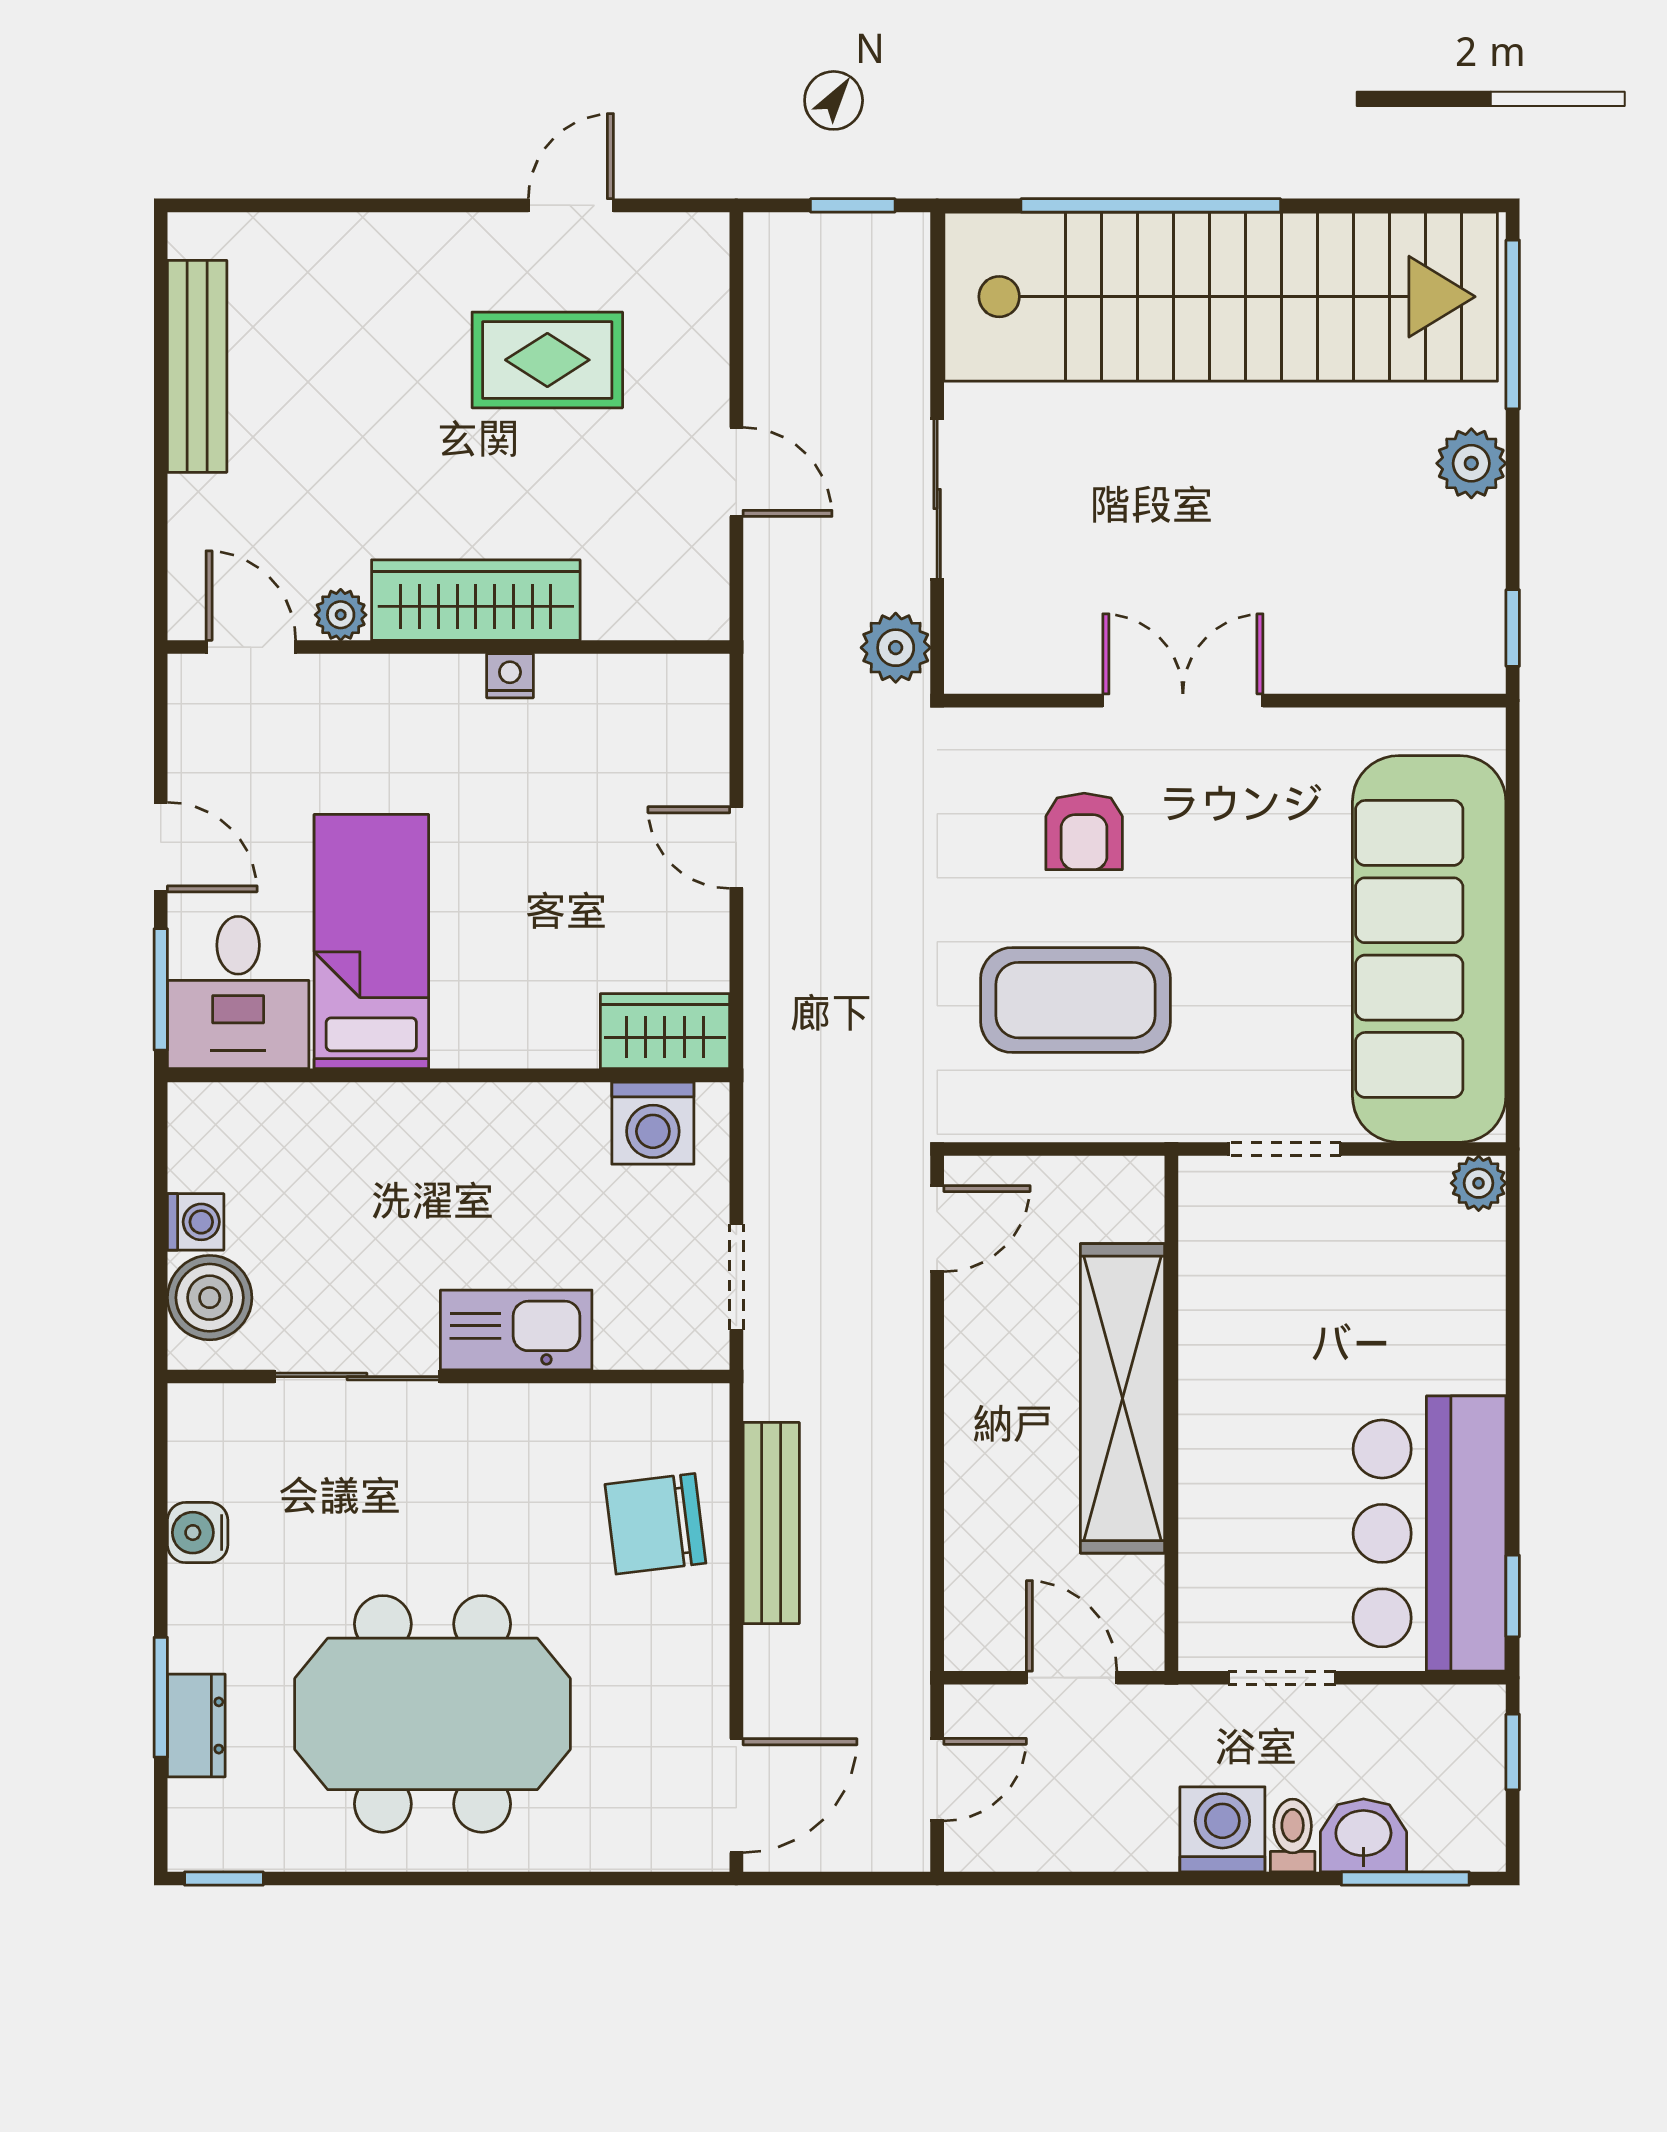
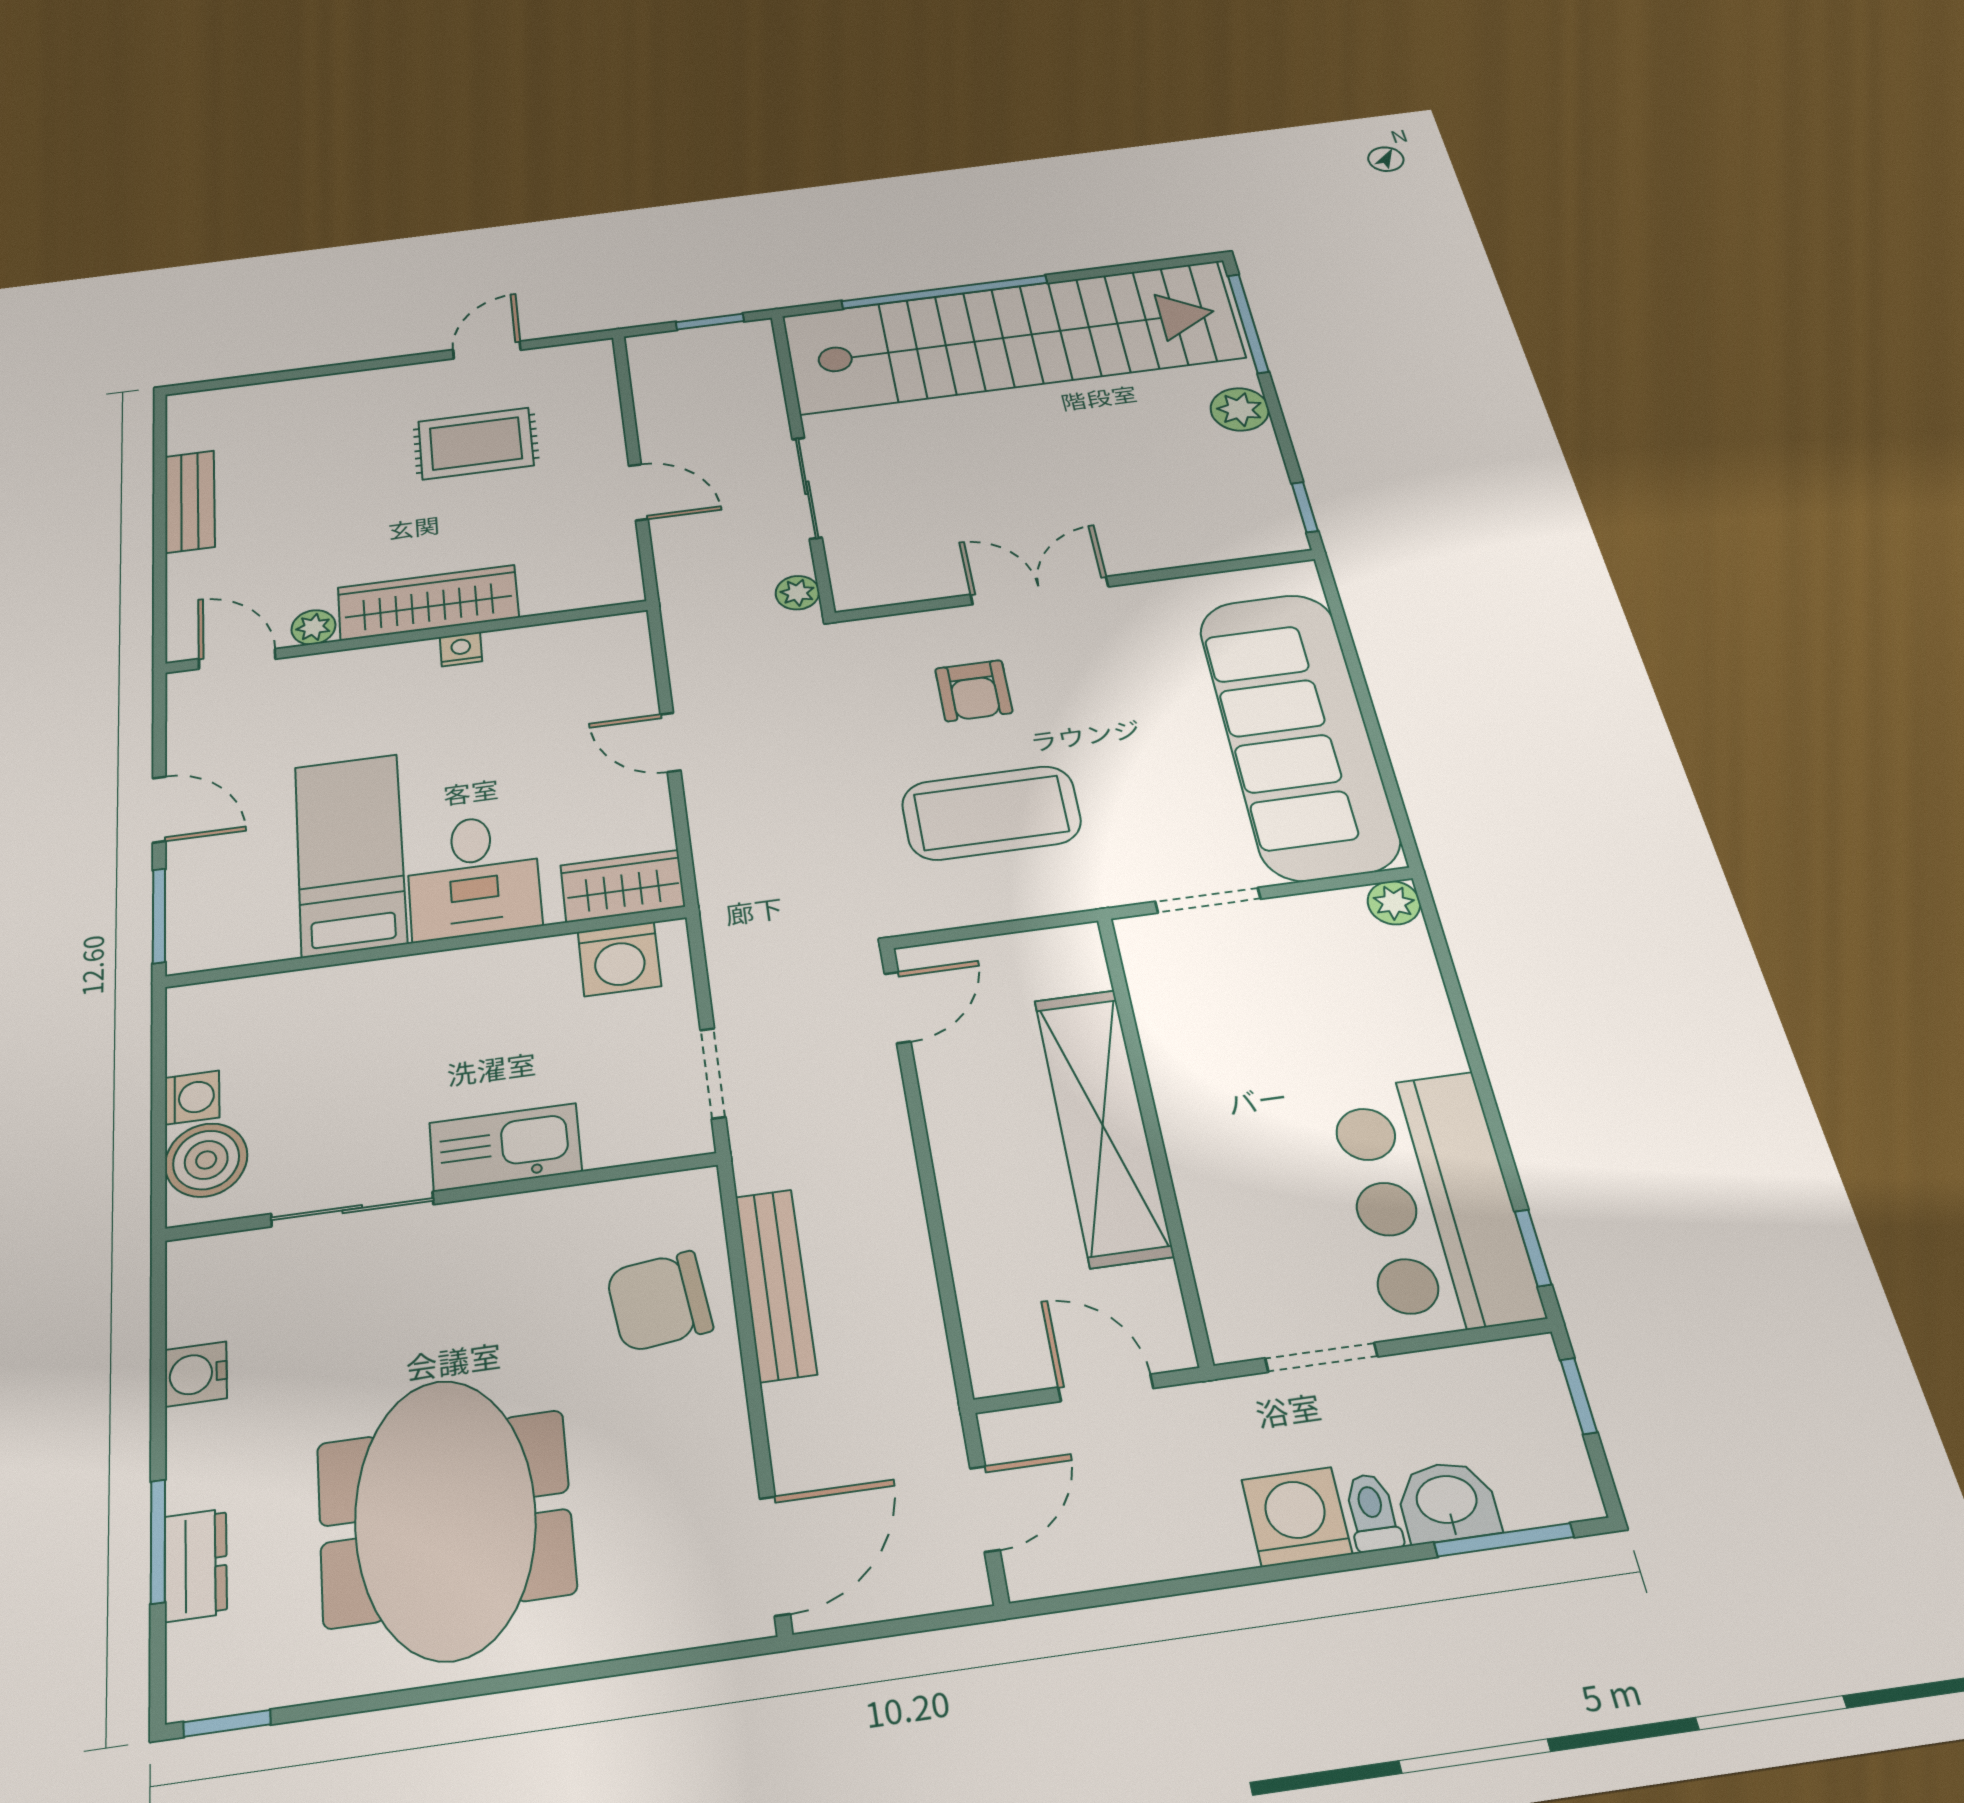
bench: (197, 366) -> (190, 501), width x0.73
plant: (896, 648) -> (797, 593), width x0.73, depth x0.73
desk: (238, 992) -> (473, 876), moved
meeting table: (433, 1714) -> (445, 1518), turned 90

